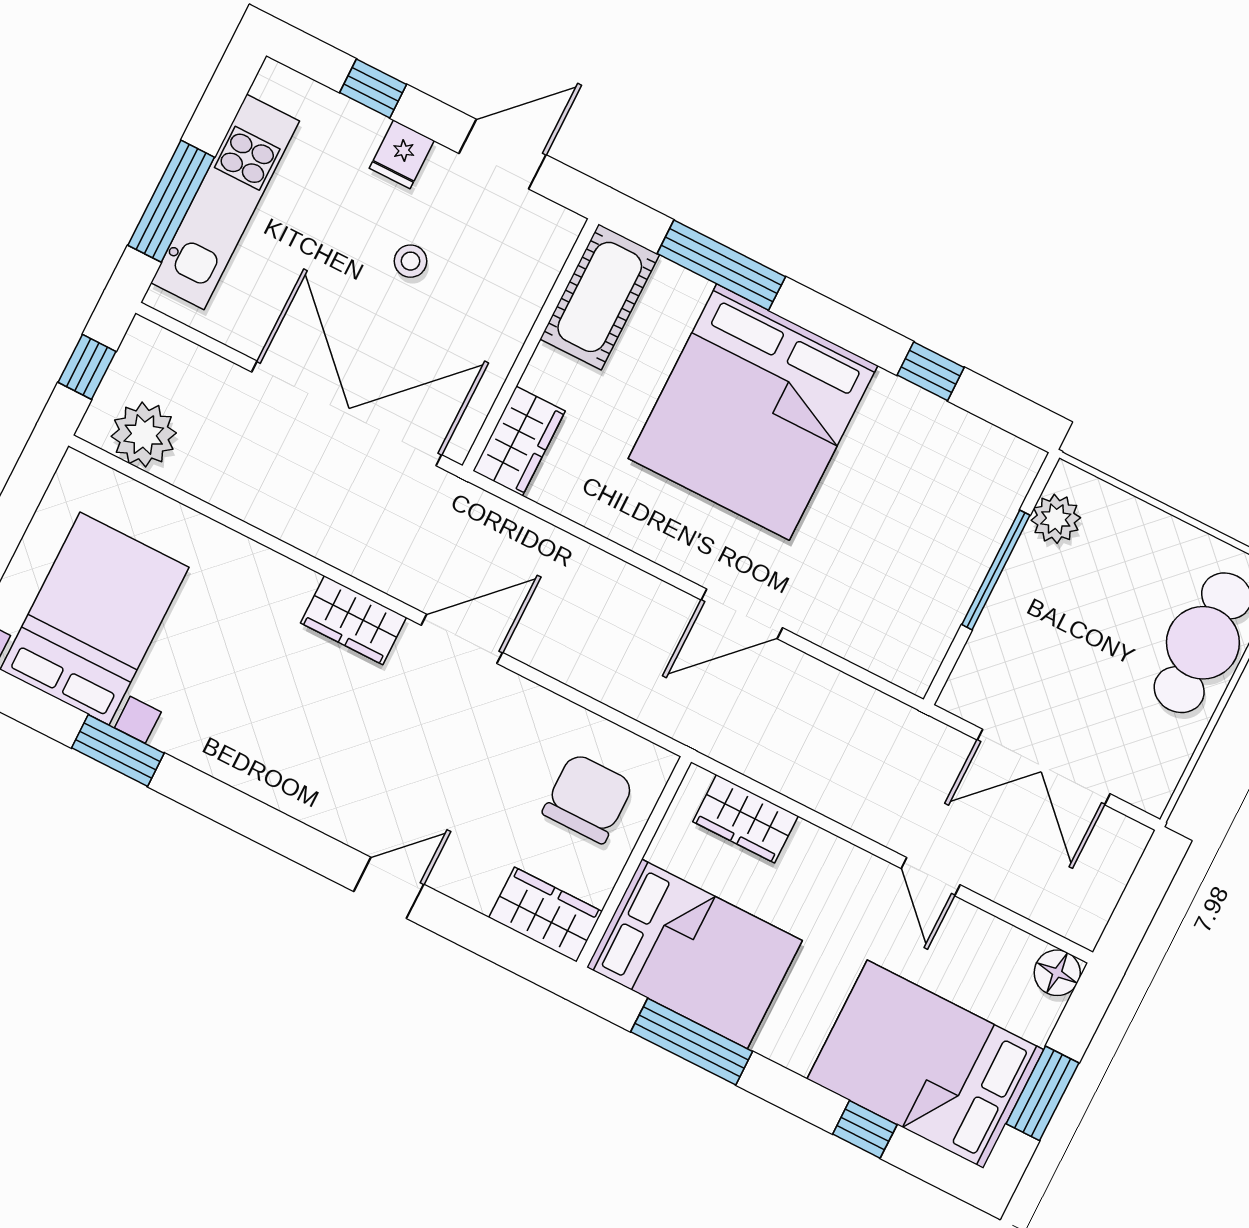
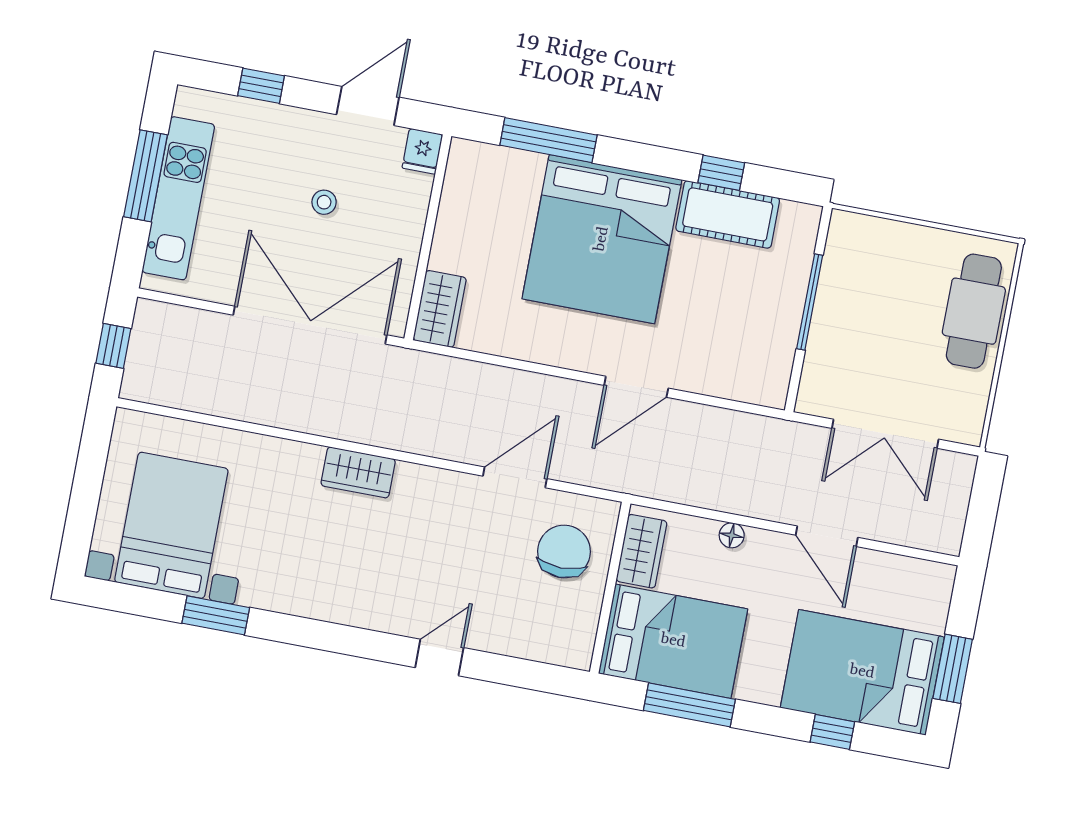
fridge: (402, 154) -> (422, 151), moved
window: (171, 201) -> (146, 176), moved
cot: (600, 297) -> (728, 214), moved, turned 90
plant: (144, 435) -> (168, 383), removed
plant: (1056, 519) -> (842, 253), removed
door: (462, 639) -> (515, 477), moved
wardrobe: (746, 819) -> (642, 551), moved, turned -90
door: (931, 877) -> (827, 536), width x1.38
wardrobe: (545, 915) -> (558, 644), removed
floor lamp: (1057, 973) -> (732, 535), moved, width x0.73, depth x0.73

